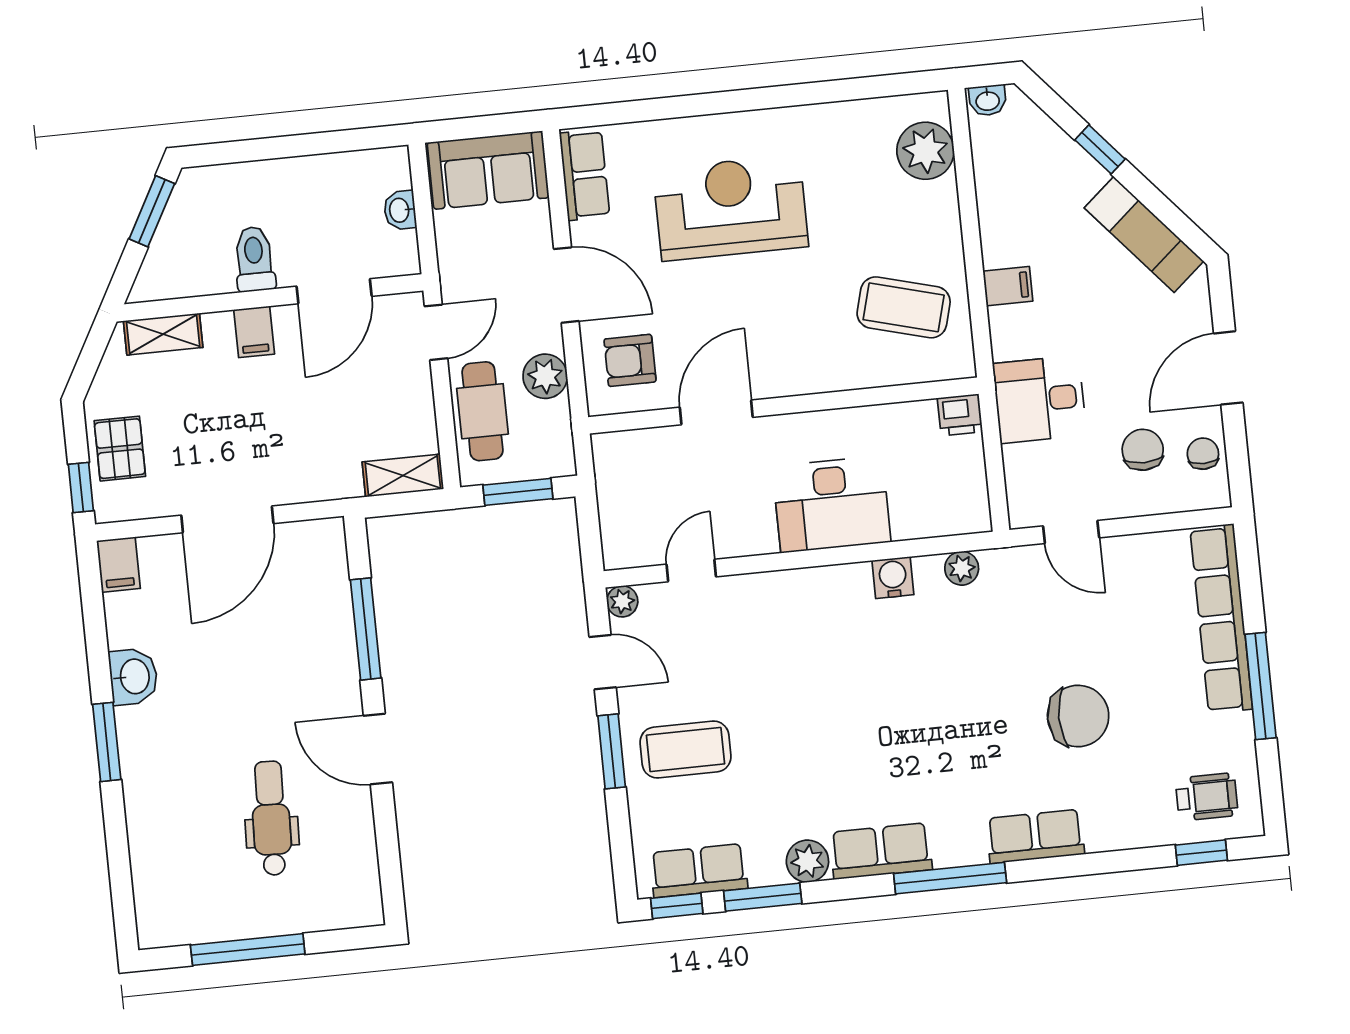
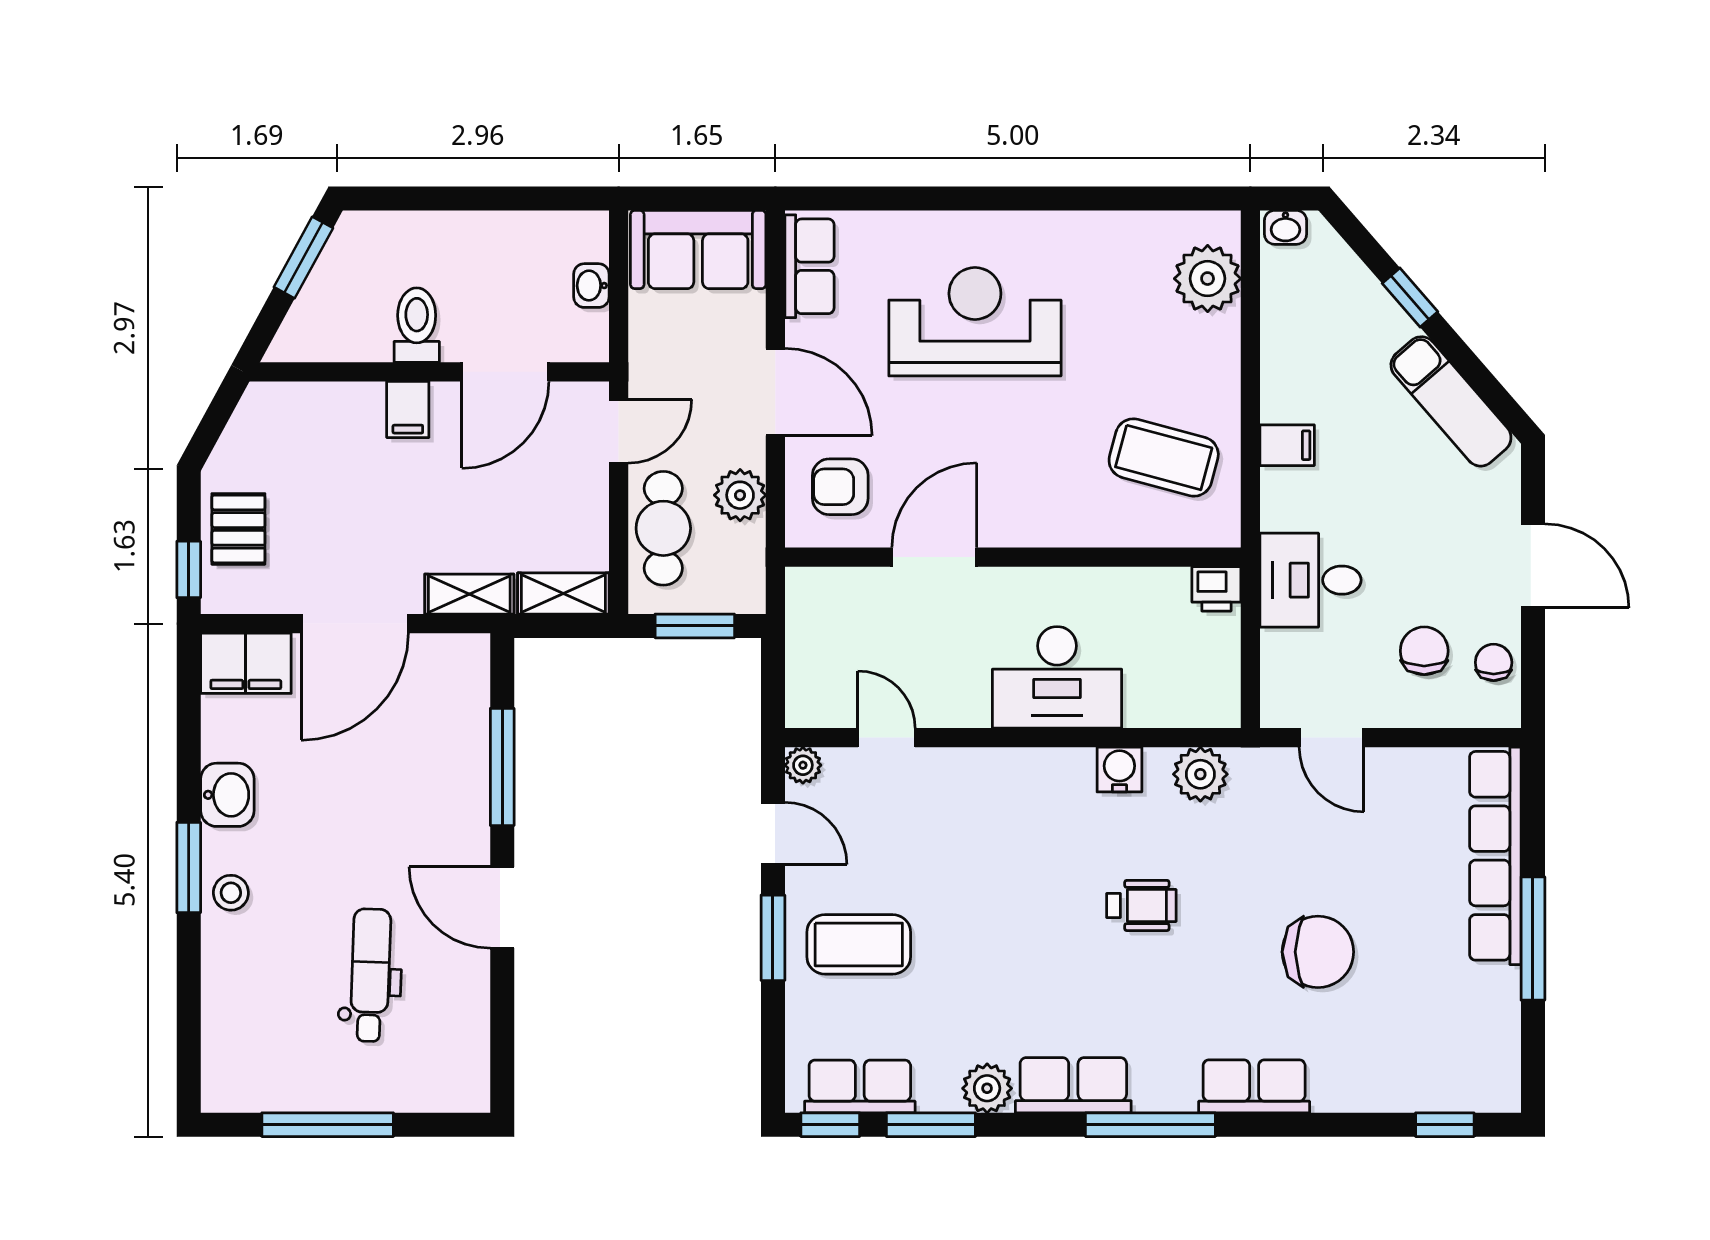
shelving: (163, 334) -> (469, 594), moved
door: (1228, 368) -> (1533, 566), swing flipped
filing cabinet: (119, 565) -> (246, 663), width x2.00
plant: (962, 568) -> (1200, 774), width x1.38, depth x1.38
door: (691, 571) -> (887, 738), hinge flipped
stool: (145, 760) -> (231, 893), added
wheelchair: (1207, 797) -> (1141, 905), moved

